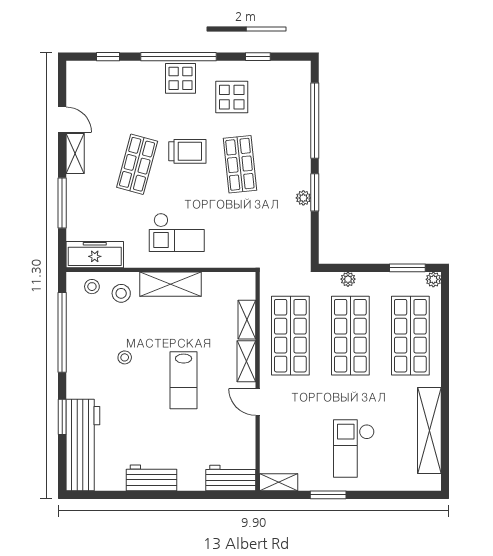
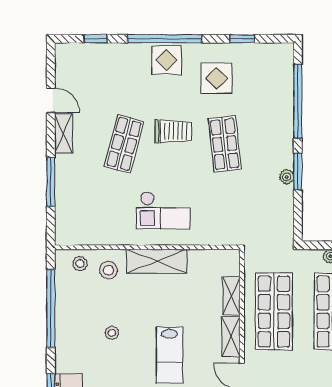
freezer: (95, 255) -> (83, 232), removed

